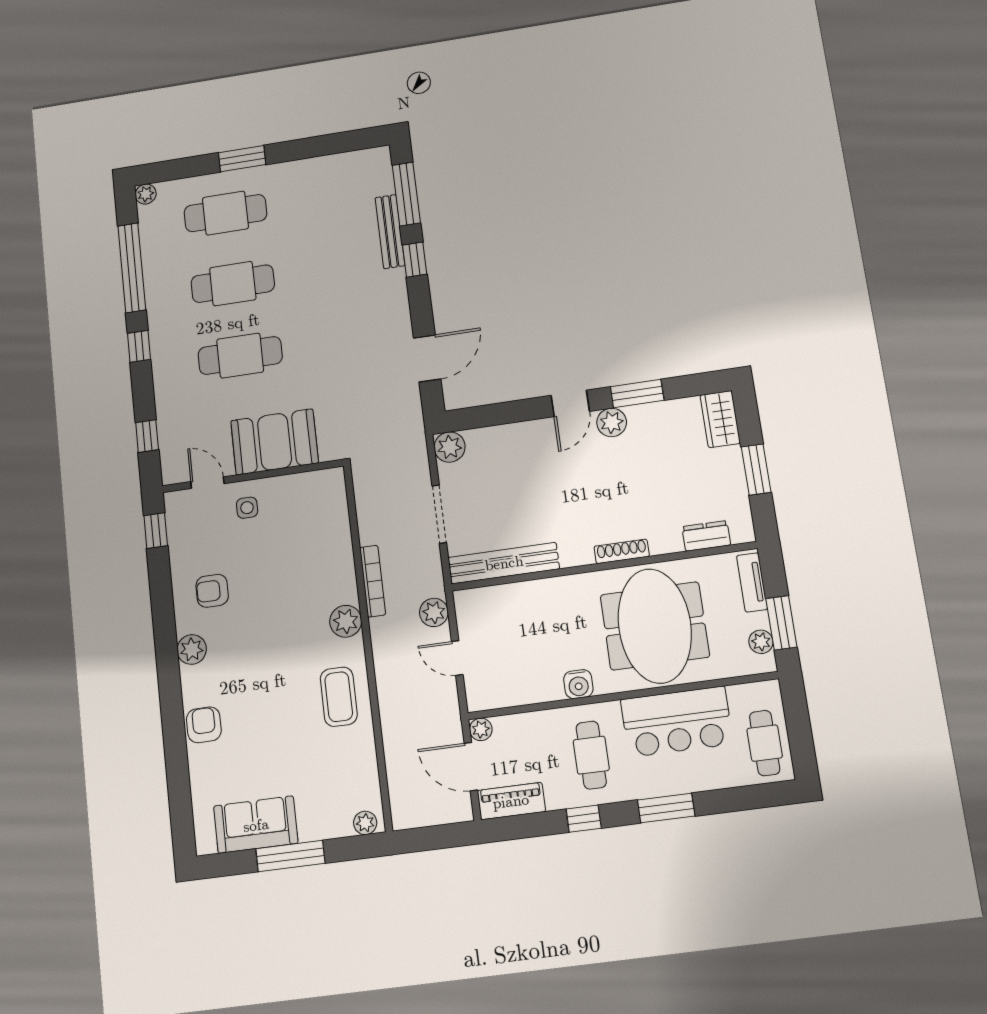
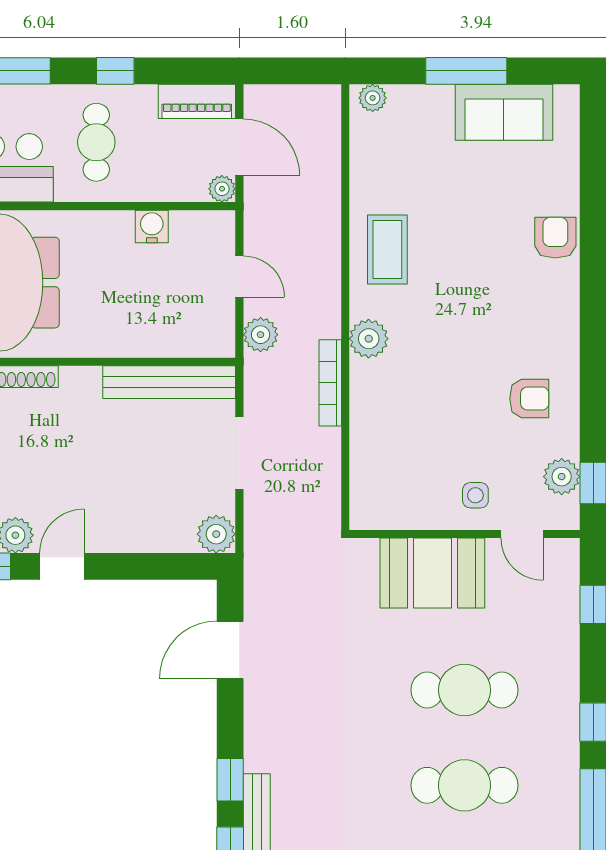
plant: (192, 649) -> (562, 477), moved
water cooler: (578, 684) -> (152, 226), moved
armchair: (204, 725) -> (555, 238), turned 180

